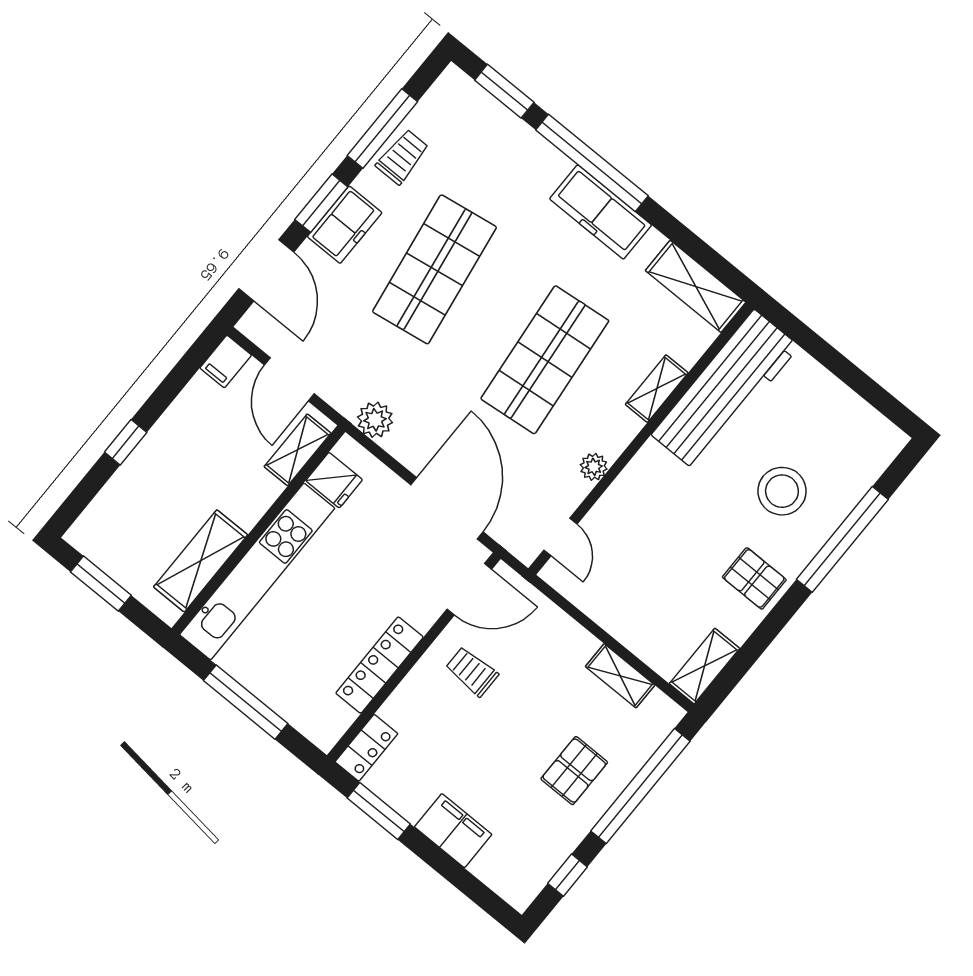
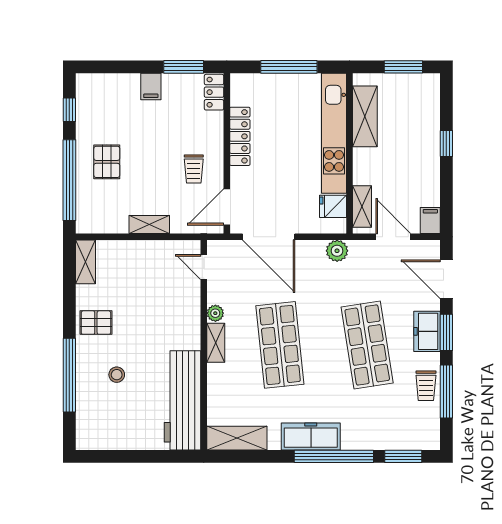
shelving: (657, 389) -> (216, 343), moved
stool: (782, 491) -> (117, 375), width x0.53, depth x0.53
trolley: (472, 671) -> (194, 169), turned 90
shelving: (620, 676) -> (149, 225), moved
filing cabinet: (453, 831) -> (151, 87), width x0.50

